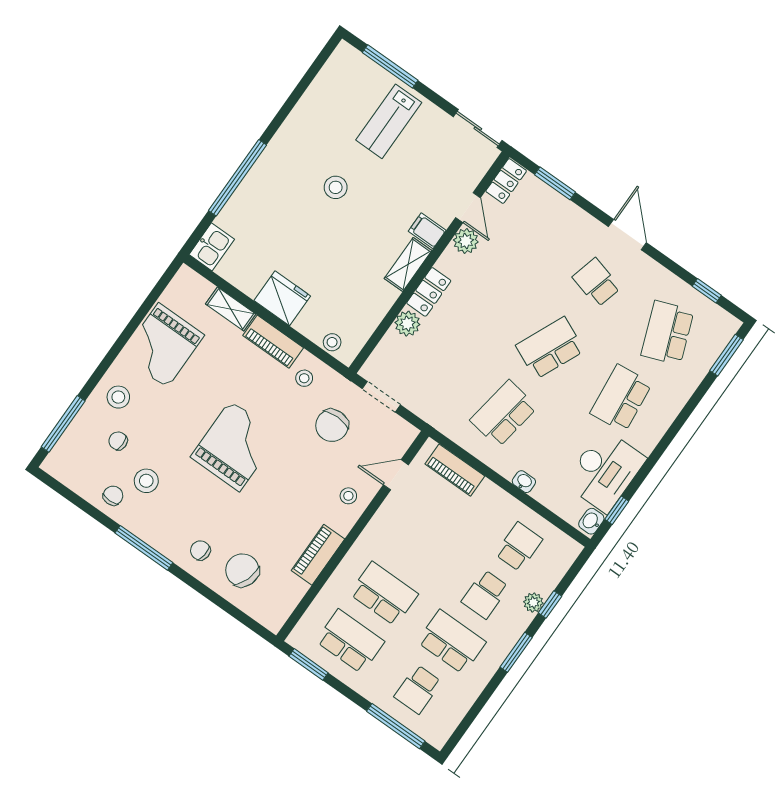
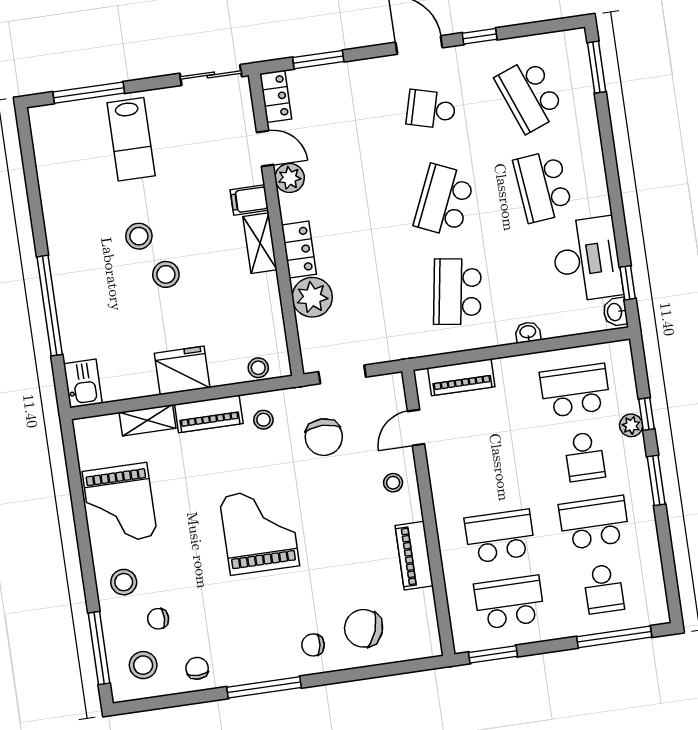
stool: (330, 228) -> (166, 274), added
window: (707, 291) -> (480, 36), moved
plant: (407, 324) -> (312, 297), width x1.36, depth x1.36
stool: (146, 481) -> (143, 665), moved
school desk: (519, 547) -> (575, 391), width x1.85

